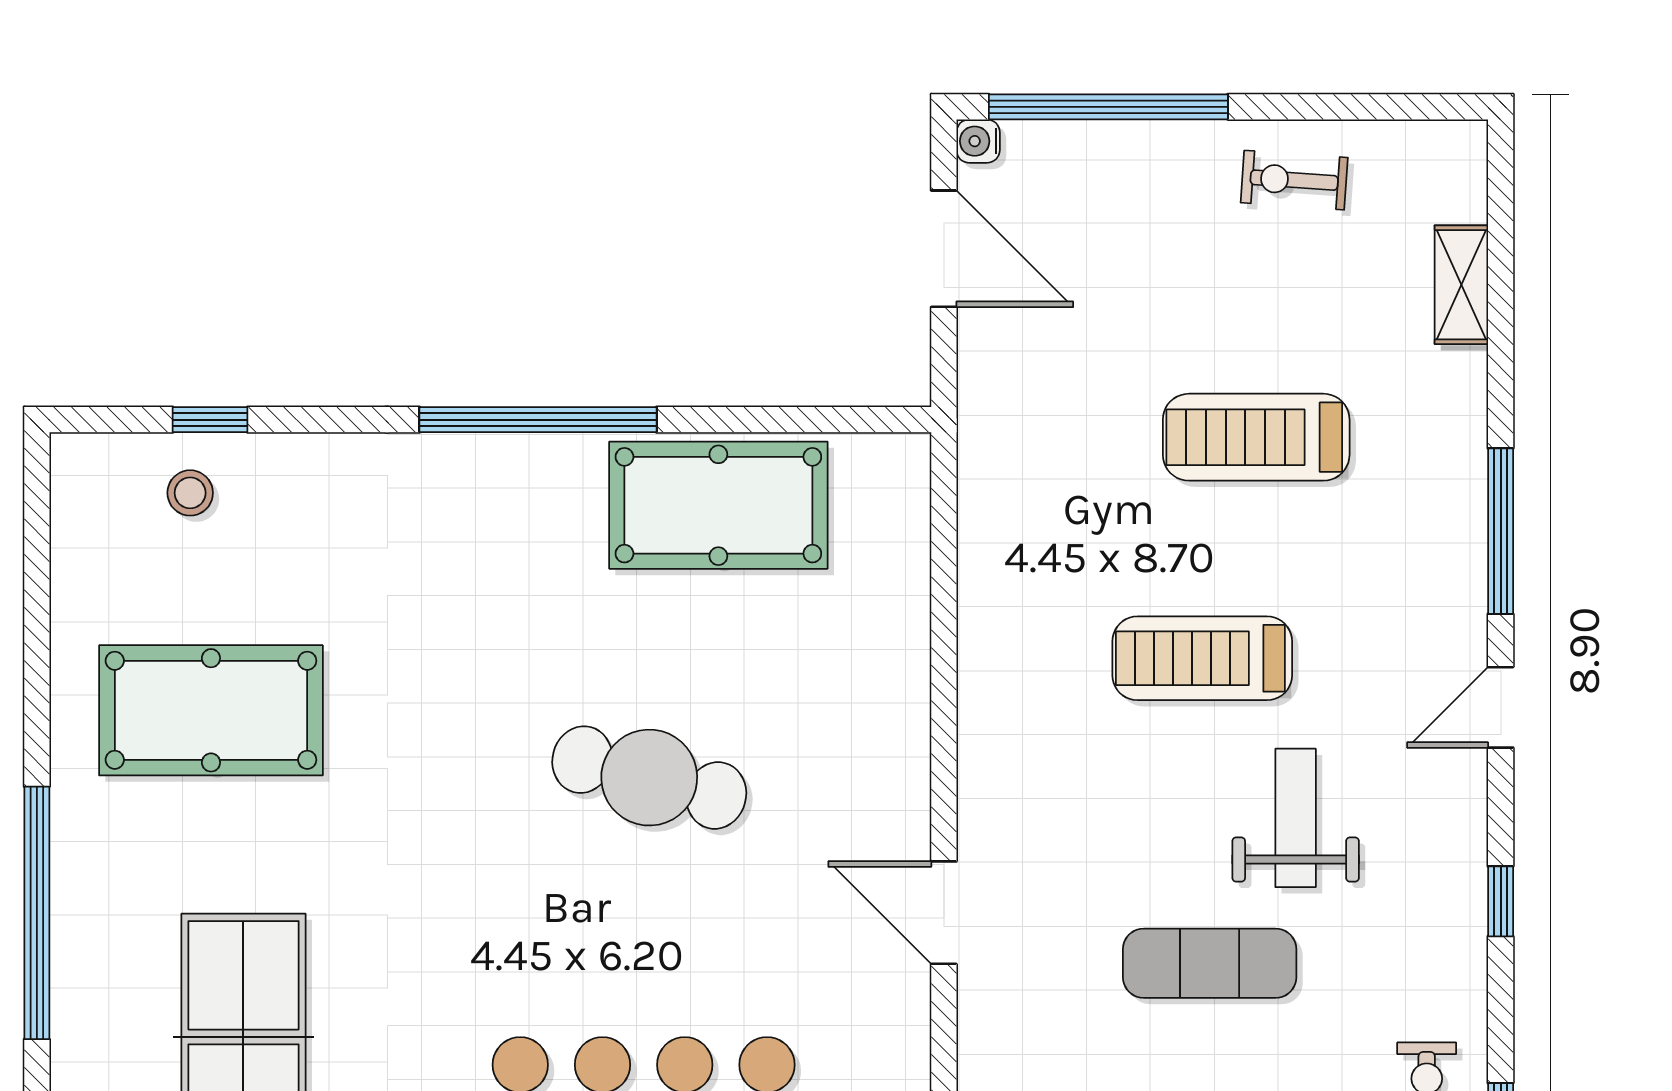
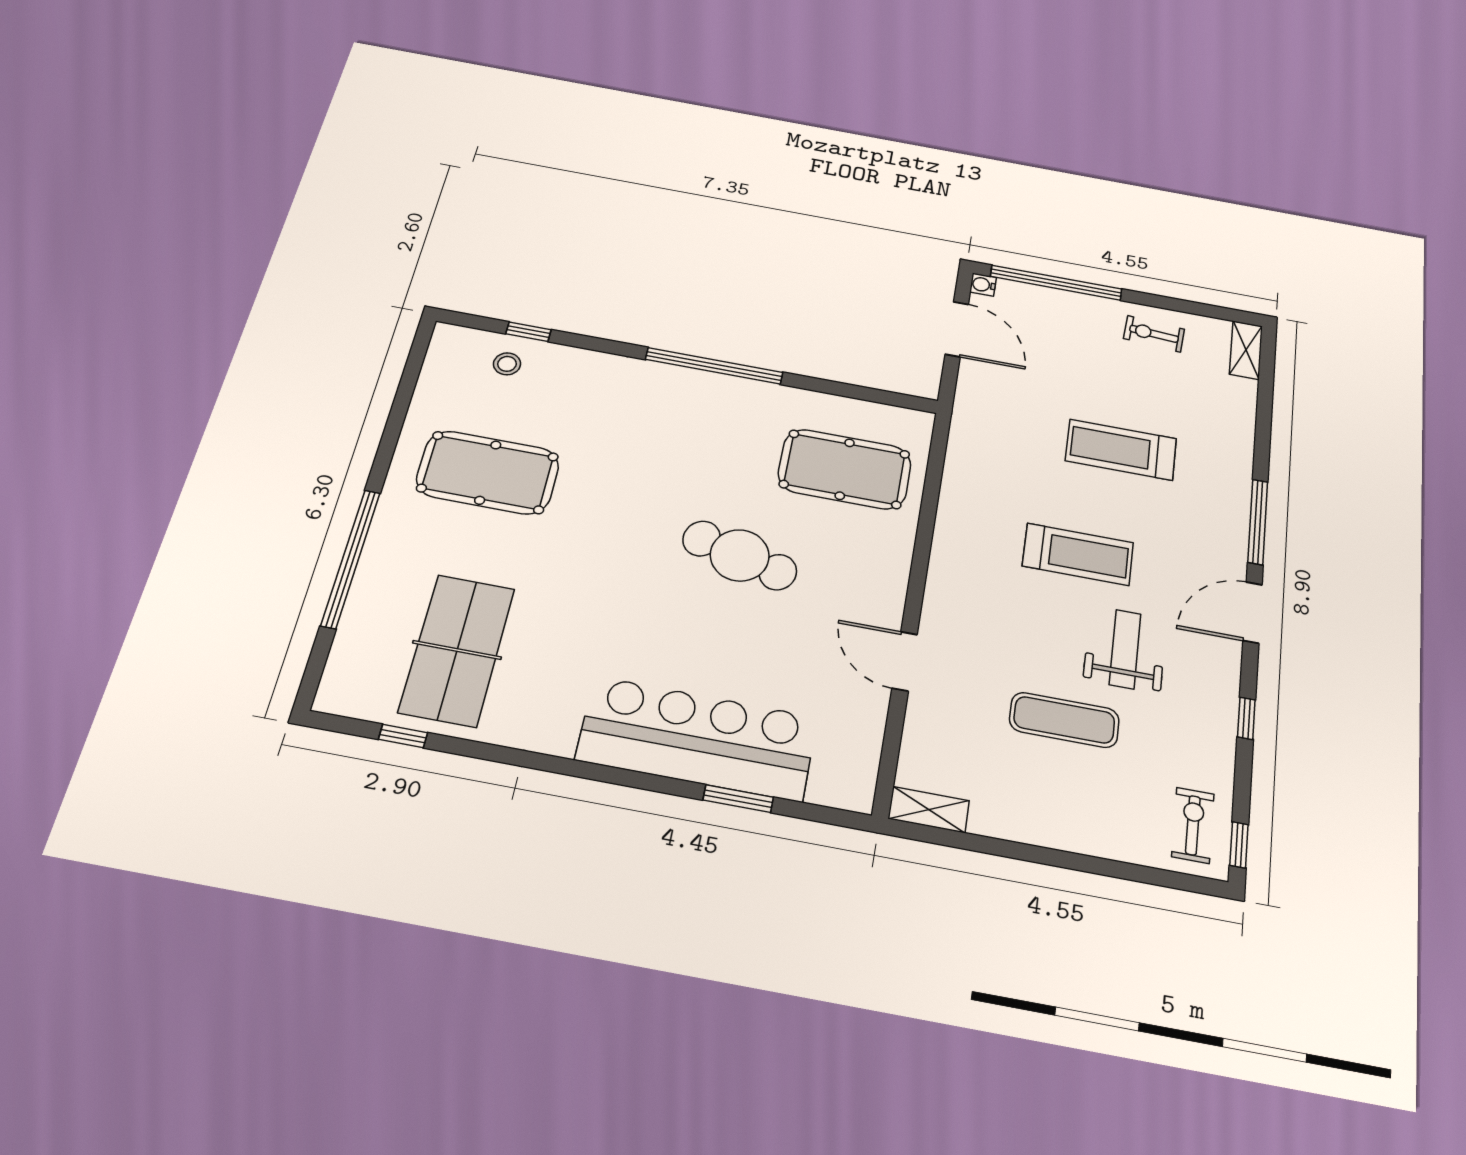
shelving: (1461, 285) -> (1246, 350), moved
pool table: (718, 505) -> (845, 469), moved
treadmill: (1202, 658) -> (1078, 554), turned 180
door: (1501, 707) -> (1253, 613), width x1.38

